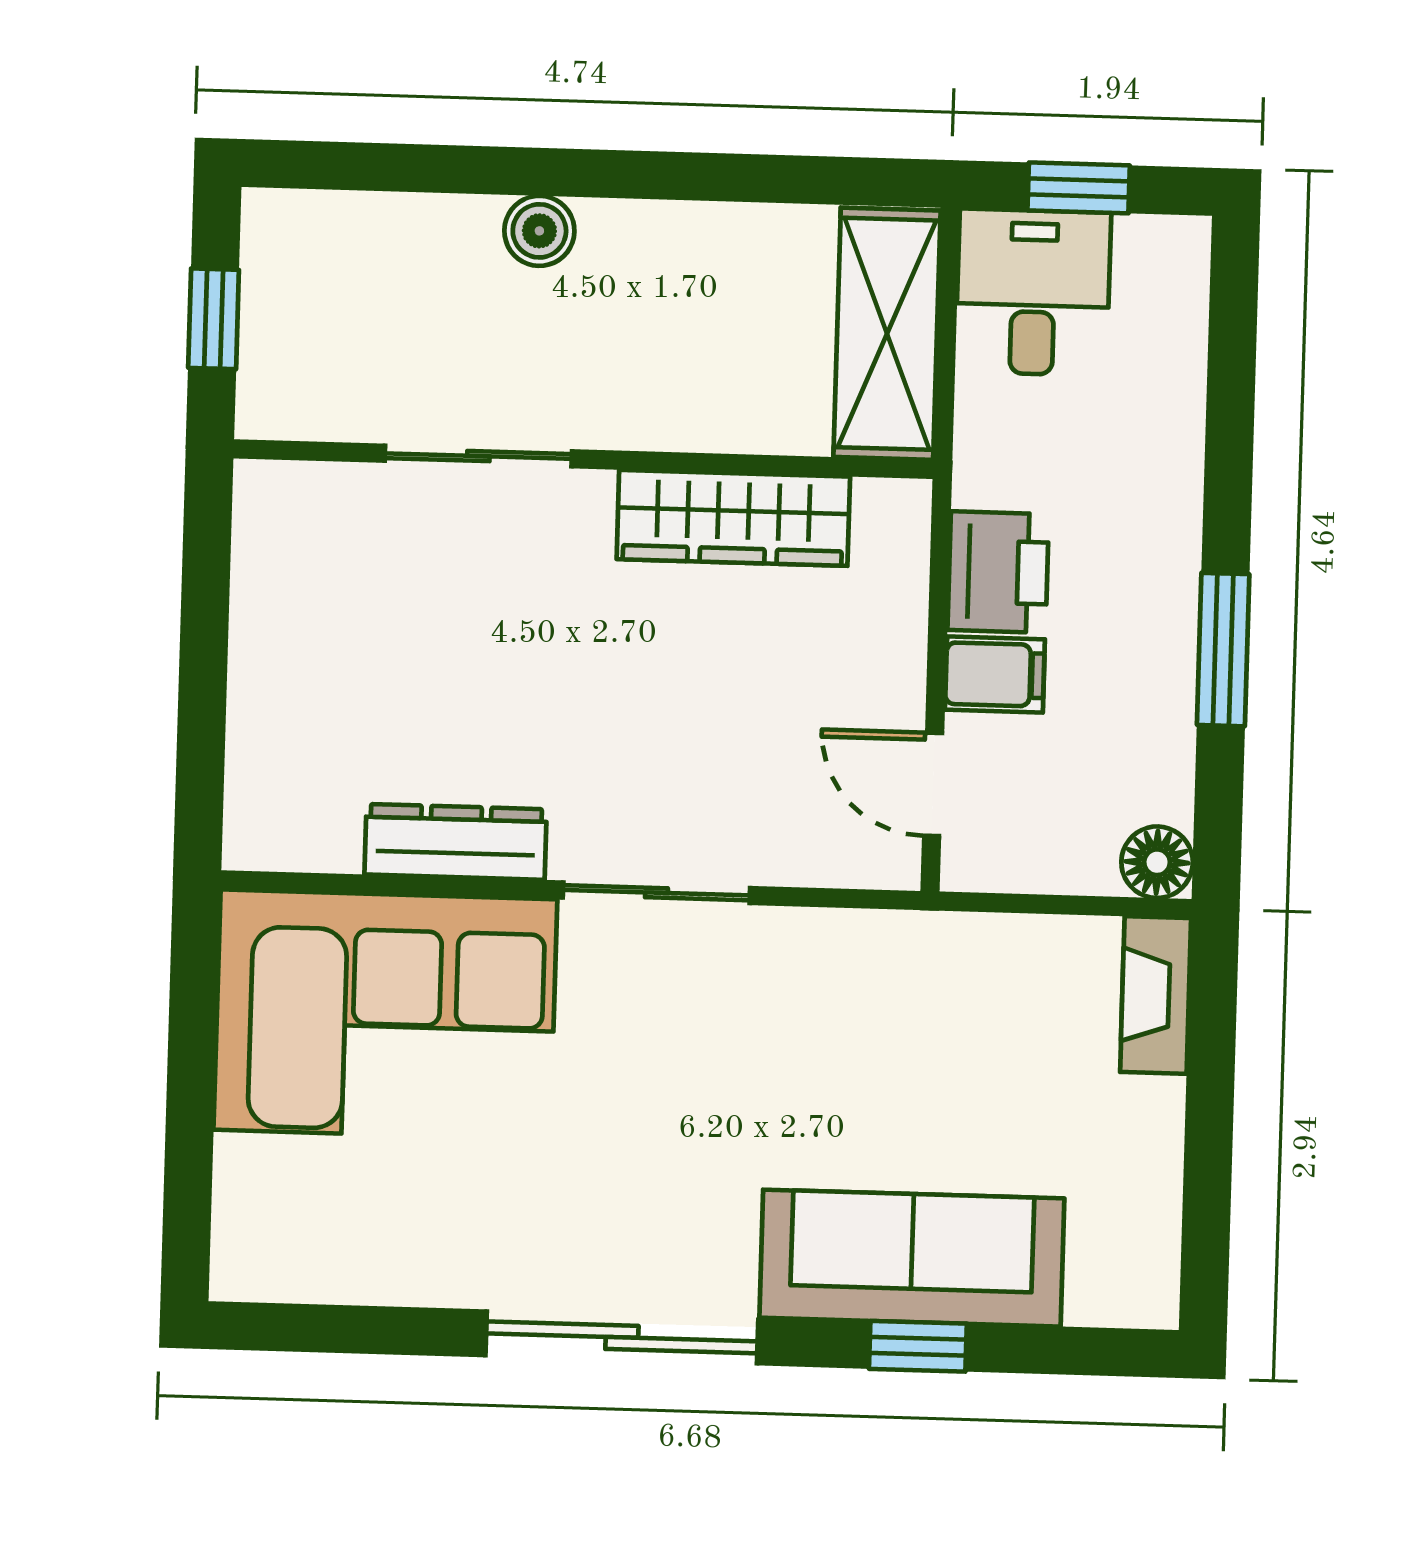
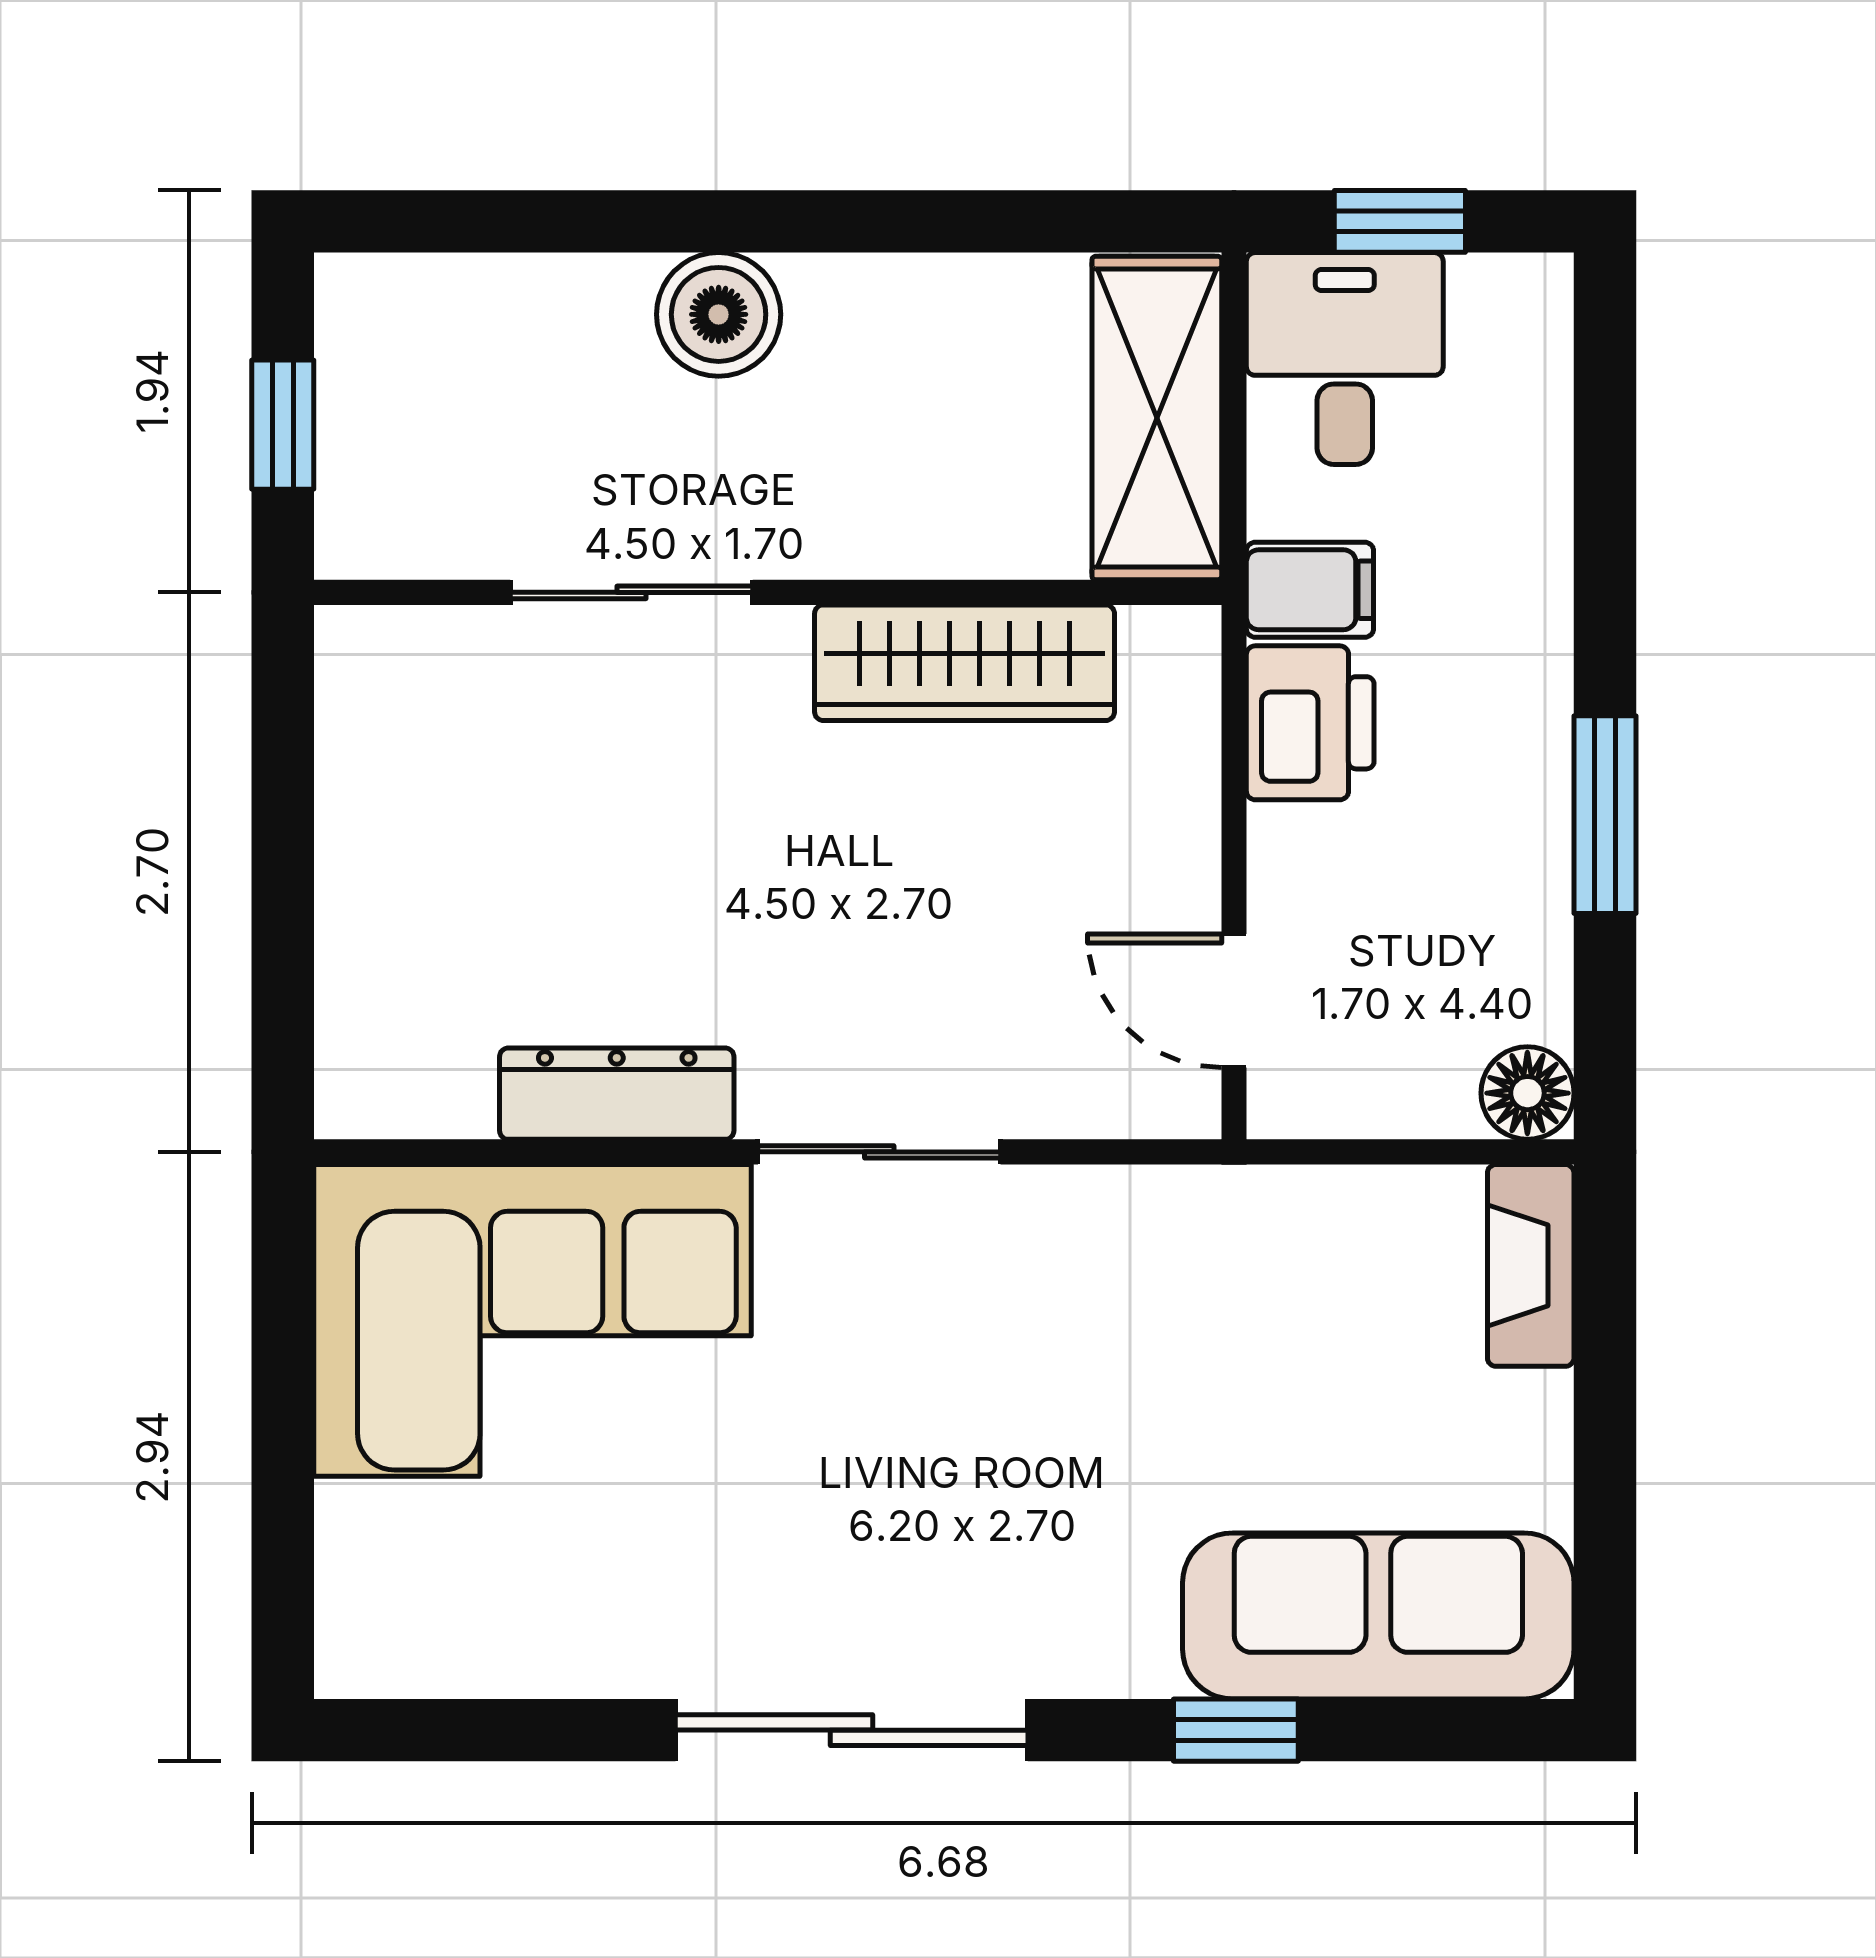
boiler: (539, 231) -> (719, 314), width x1.36, depth x1.36
filing cabinet: (995, 675) -> (1310, 590), moved
sofa: (912, 1258) -> (1378, 1616), moved

